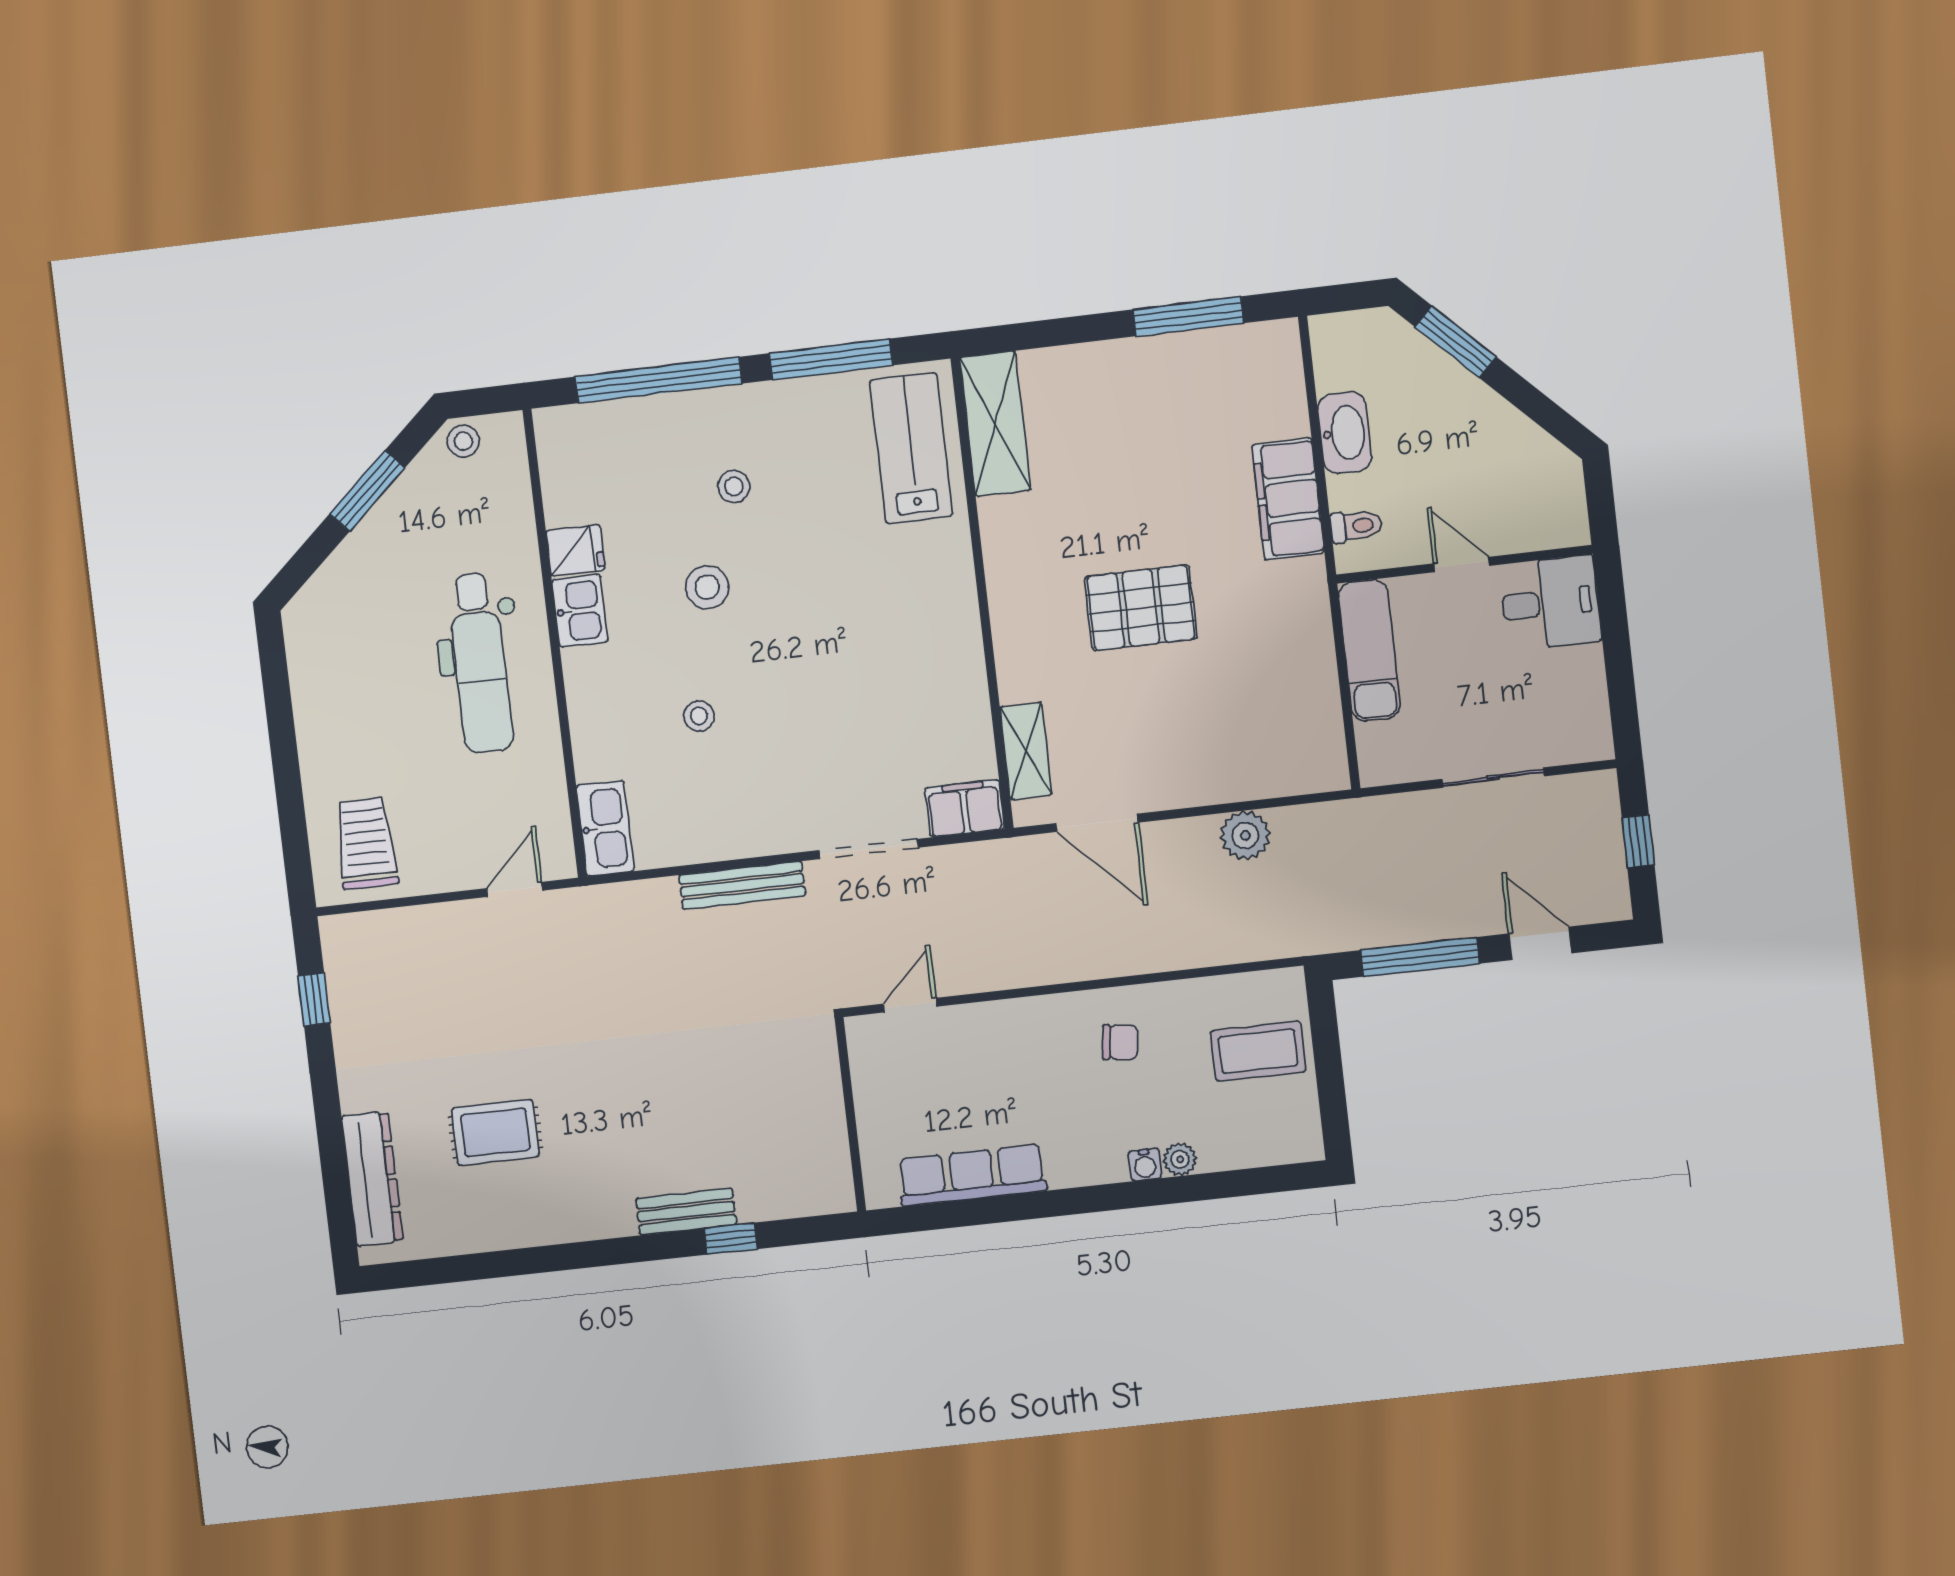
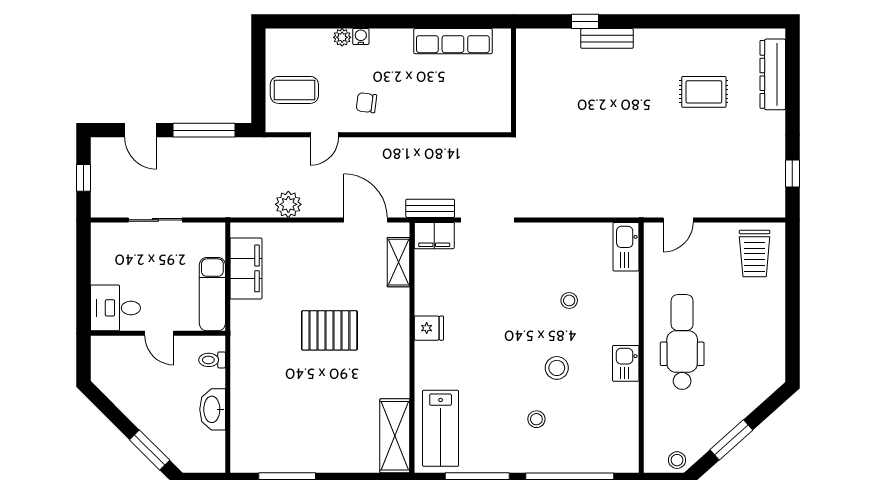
filing cabinet: (1288, 499) -> (246, 268), moved
fridge: (575, 550) -> (429, 328), moved, turned 180
bench: (742, 885) -> (430, 208), moved, width x0.73
door: (910, 1005) -> (324, 135), moved

